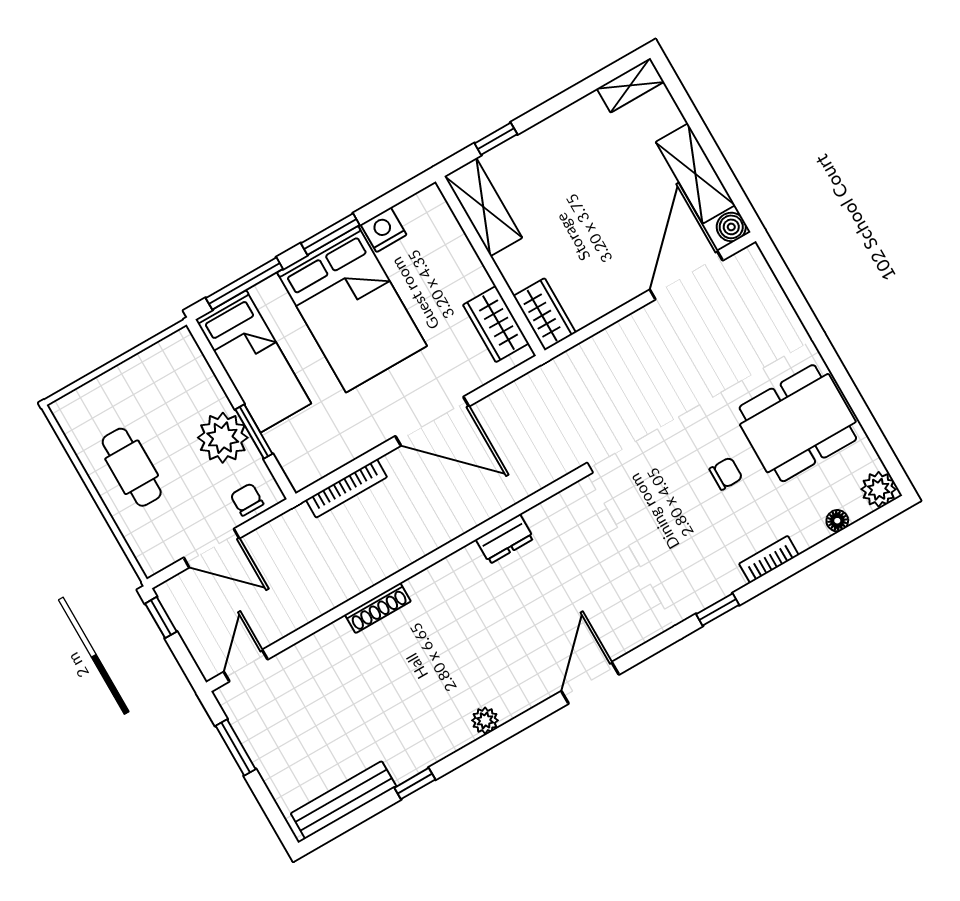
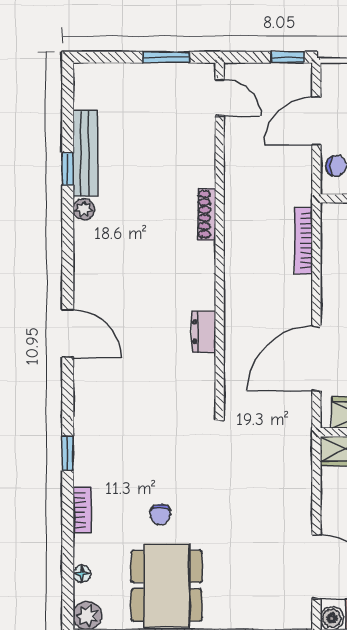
door: (432, 421) -> (316, 359), moved
plant: (485, 720) -> (84, 209), moved
bench: (344, 800) -> (85, 153), moved

